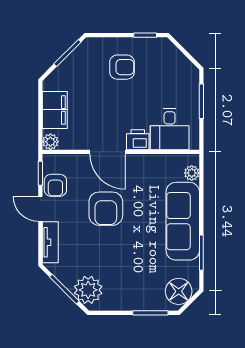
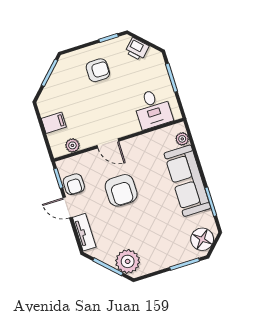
filing cabinet: (55, 110) -> (54, 123), width x0.50
printer: (138, 140) -> (137, 49), moved, turned -135
plant: (50, 142) -> (72, 145), moved
door: (107, 152) -> (108, 143), width x0.73

